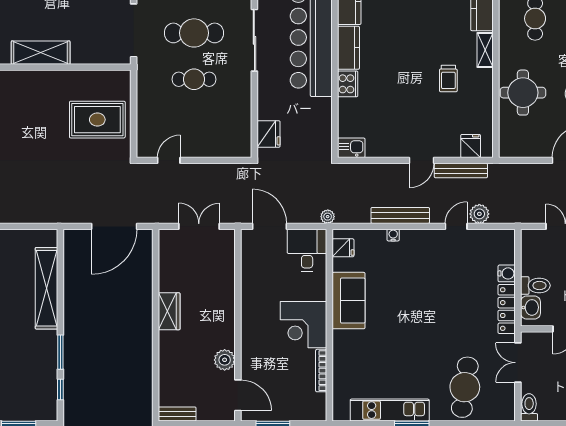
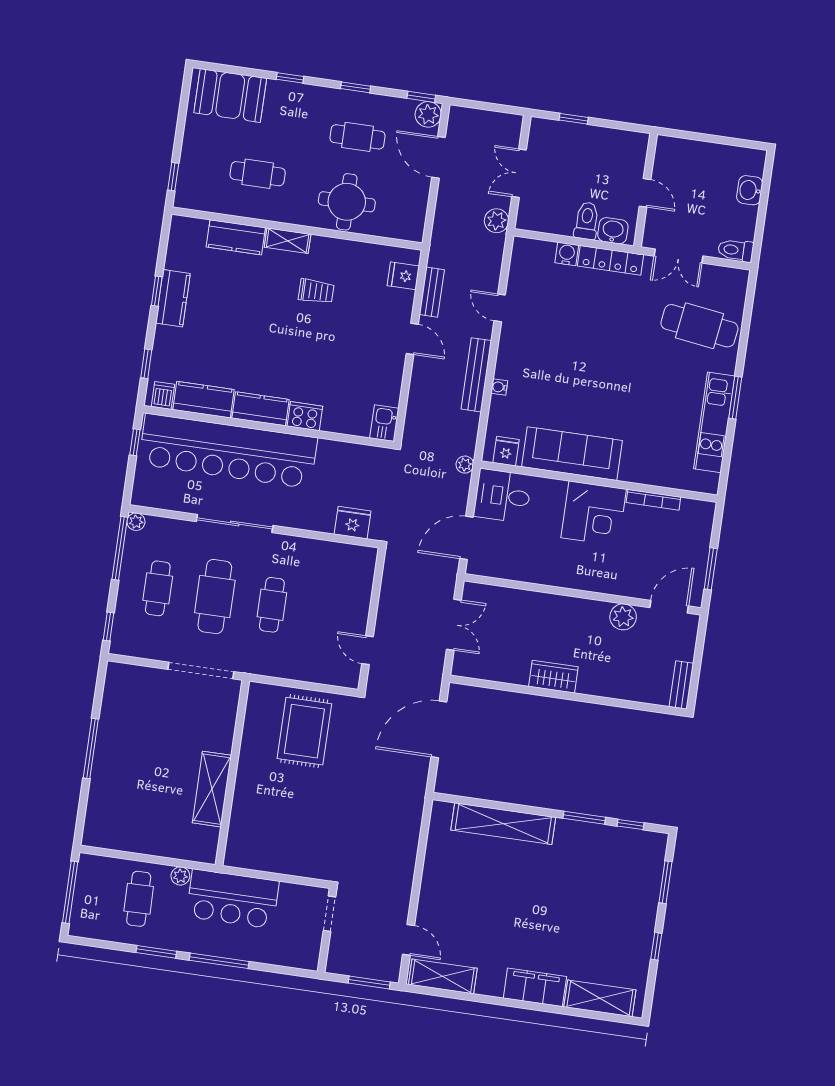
bench: (461, 171) -> (432, 292), width x0.73
plant: (479, 214) -> (497, 221), moved
door: (114, 226) -> (439, 729), swing flipped
double door: (199, 226) -> (454, 625), swing flipped
sofa: (349, 301) -> (572, 454), width x1.36

